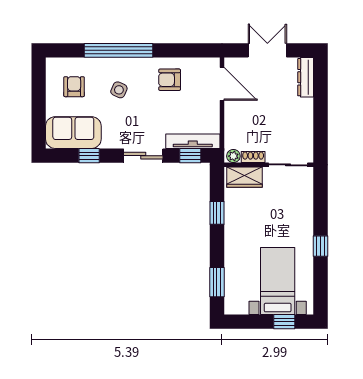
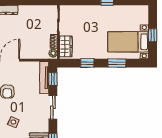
bed with nightstands: (278, 281) -> (128, 42), moved
window: (217, 282) -> (117, 63), moved
window: (284, 322) -> (153, 35), moved

